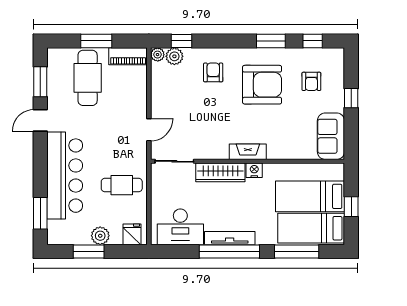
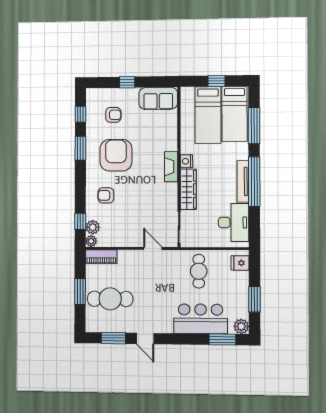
piano: (128, 56) -> (101, 257), moved, turned 90
bar counter: (65, 176) -> (201, 319), width x0.73
plant: (100, 236) -> (241, 326), moved

